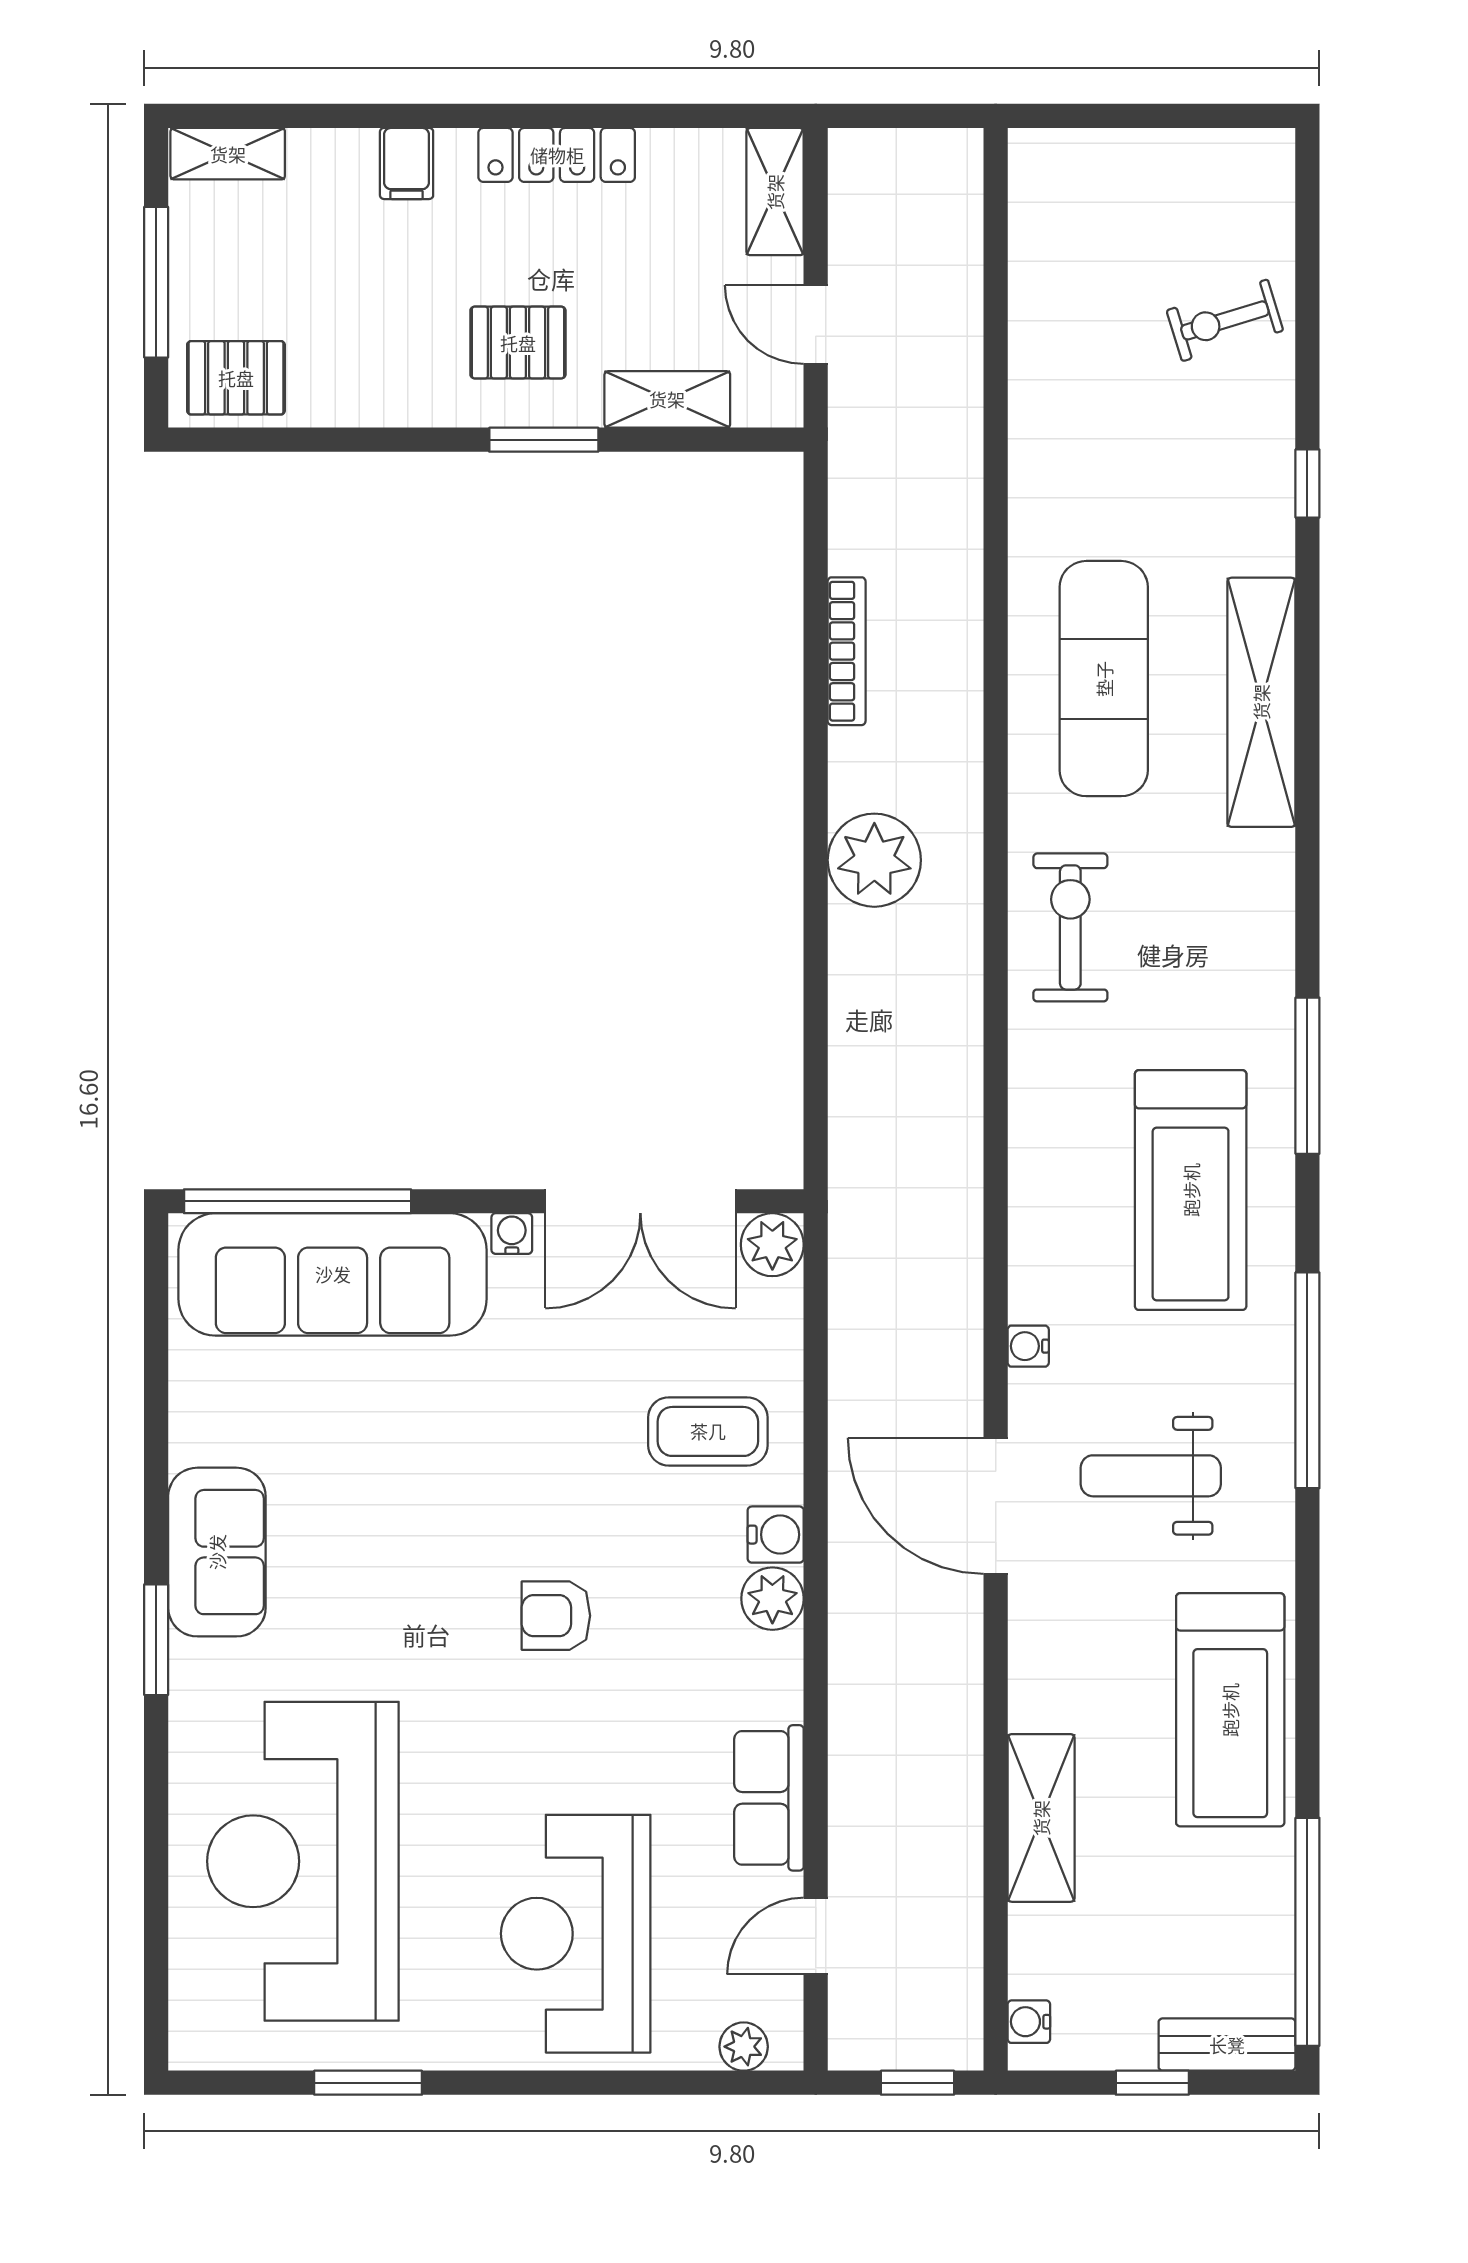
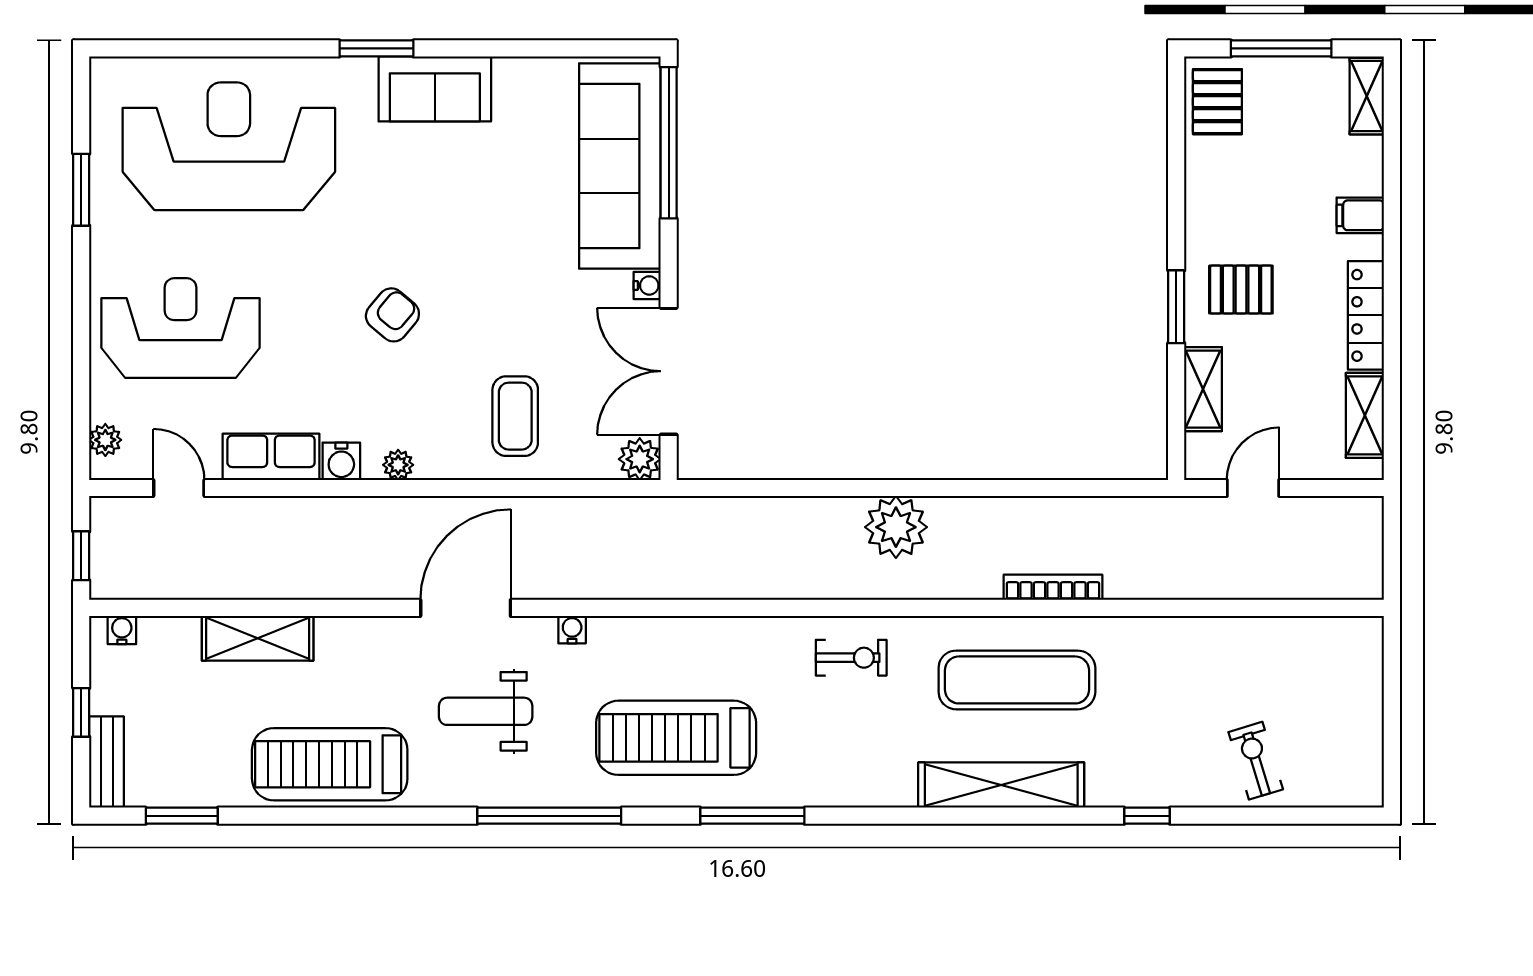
shelving: (775, 192) -> (1365, 415), moved, turned 90
pallet: (518, 343) -> (1241, 290), turned 90
bookcase: (847, 651) -> (1053, 587), moved, turned 180
exercise bike: (1070, 927) -> (851, 658), width x0.73, depth x0.72
weight bench: (1151, 1476) -> (486, 711), turned -90
water cooler: (776, 1535) -> (341, 461), moved
plant: (772, 1599) -> (398, 465), width x0.73, depth x0.73
armchair: (556, 1616) -> (392, 315), turned 40
window: (1307, 1932) -> (182, 816), width x0.47

